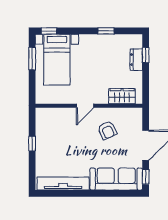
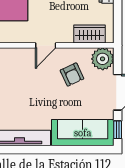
plant: (133, 117) -> (103, 59), added

